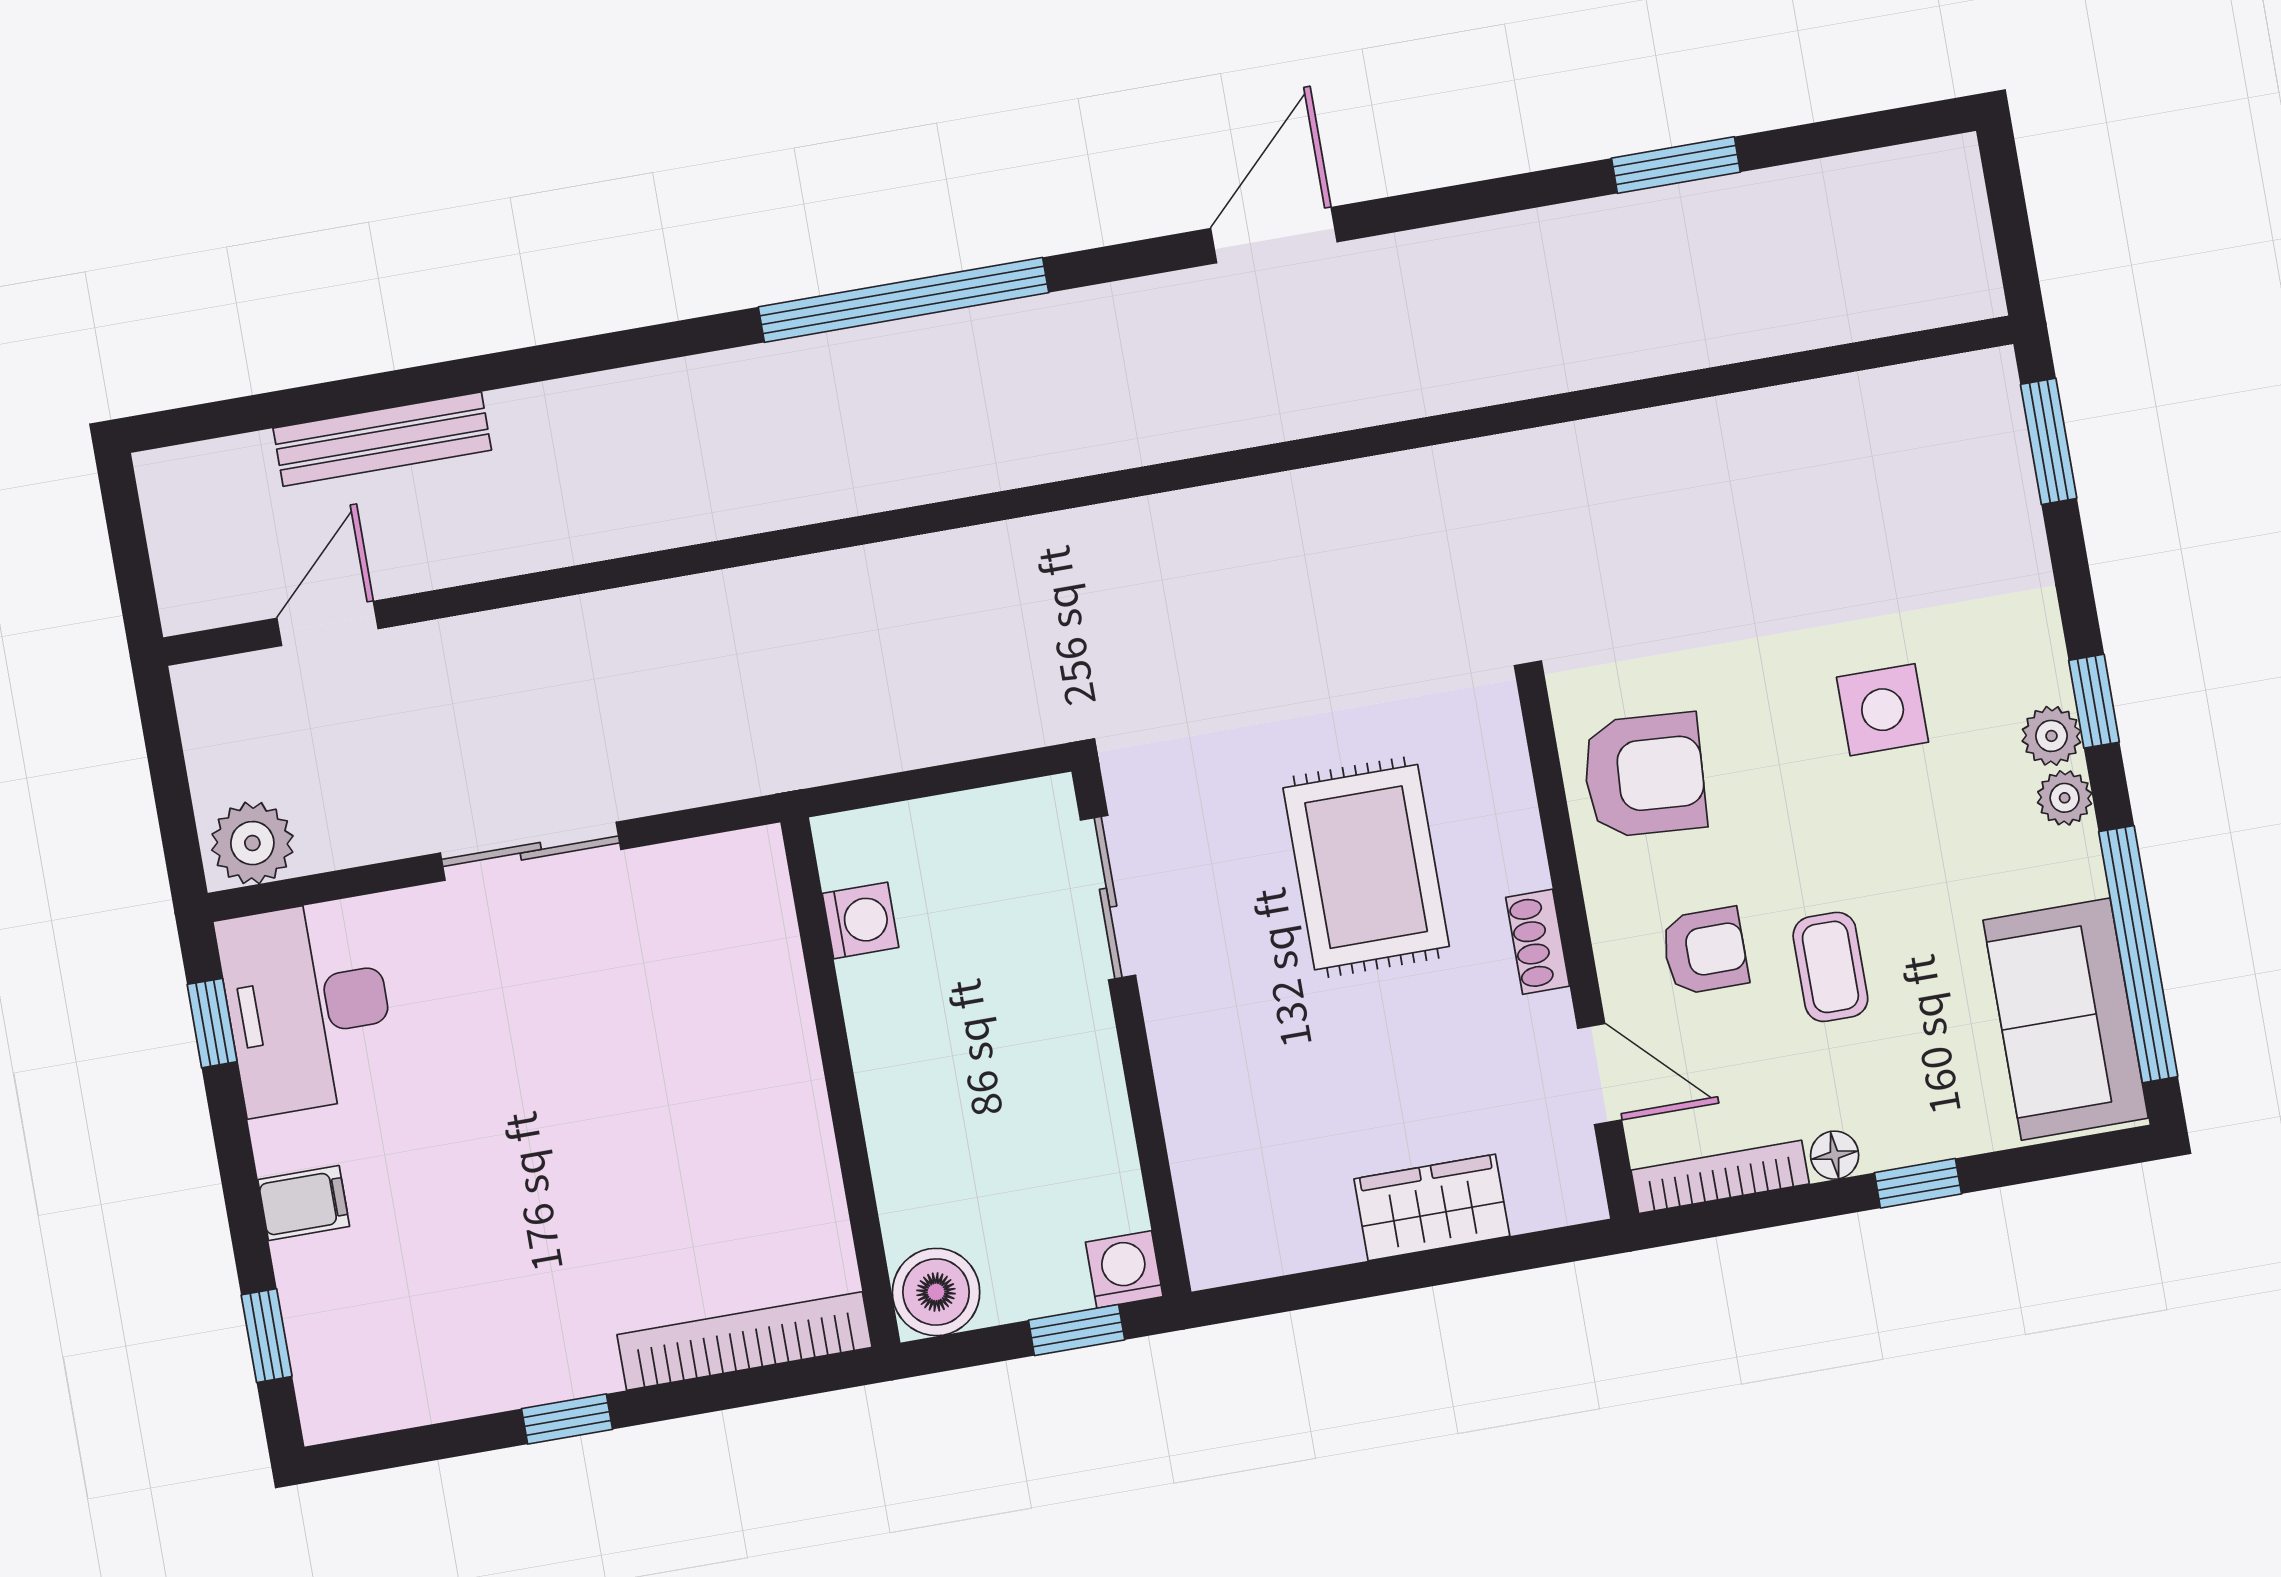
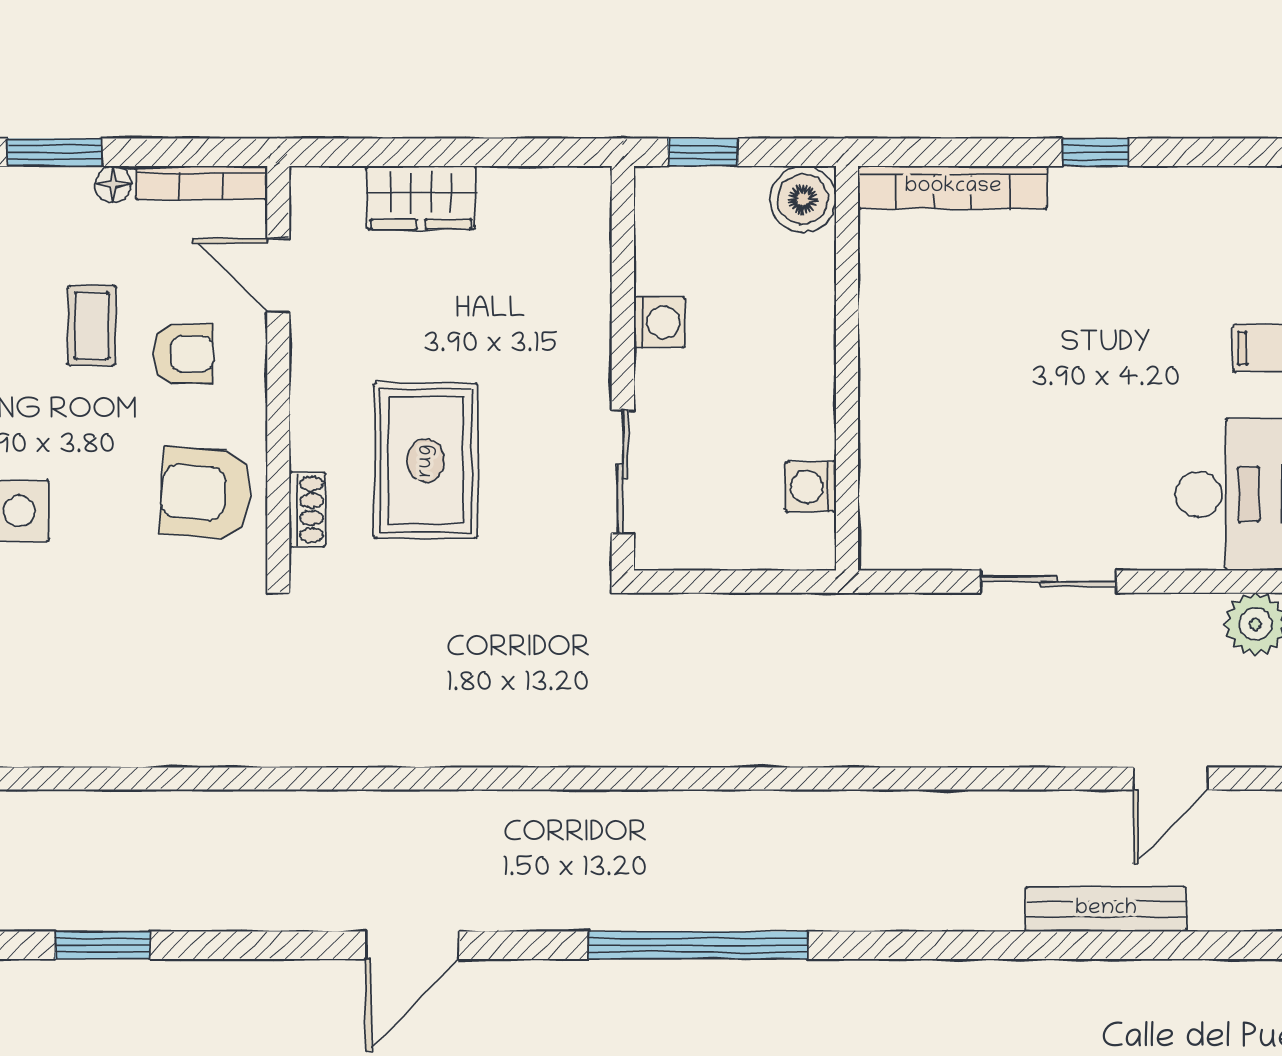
shoe rack: (1538, 942) -> (307, 509), moved
armchair: (1705, 951) -> (184, 354), turned 180
window: (1918, 1183) -> (54, 152), width x1.50
washing machine: (1124, 1269) -> (659, 322), moved, turned -90

